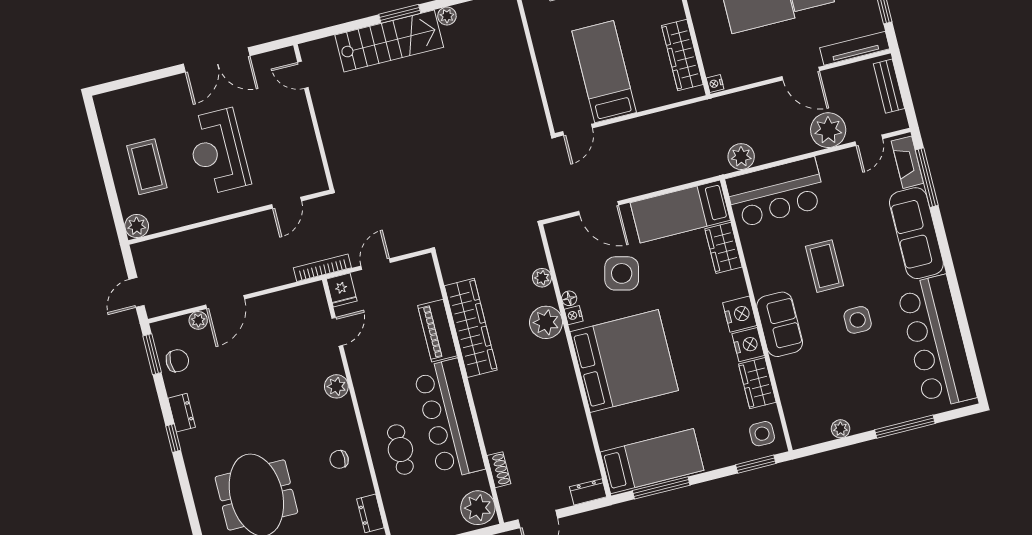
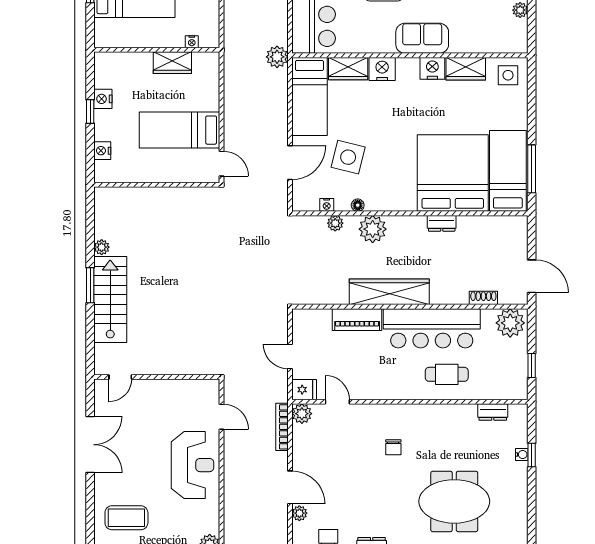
wardrobe: (682, 55) -> (172, 63), width x0.67
nightstand: (715, 83) -> (192, 42), moved
reception desk: (218, 152) -> (193, 465), moved, turned -90
plant: (741, 157) -> (277, 57), moved
coffee table: (147, 167) -> (126, 518), moved
bookcase: (322, 268) -> (282, 427), moved
nightstand: (740, 314) -> (382, 69), moved
nightstand: (574, 315) -> (327, 205), moved
wardrobe: (471, 328) -> (389, 292), moved
bed: (624, 361) -> (453, 173), moved
plant: (336, 386) -> (302, 414), moved
chair: (339, 459) -> (393, 447), moved
window: (756, 464) -> (532, 87), removed
dresser: (588, 492) -> (442, 223), moved, turned -90

